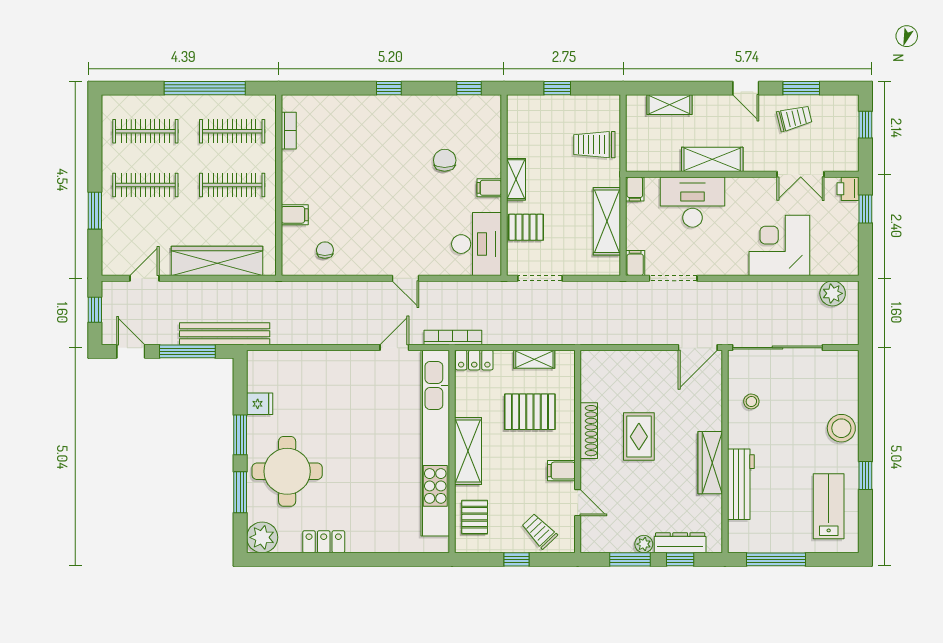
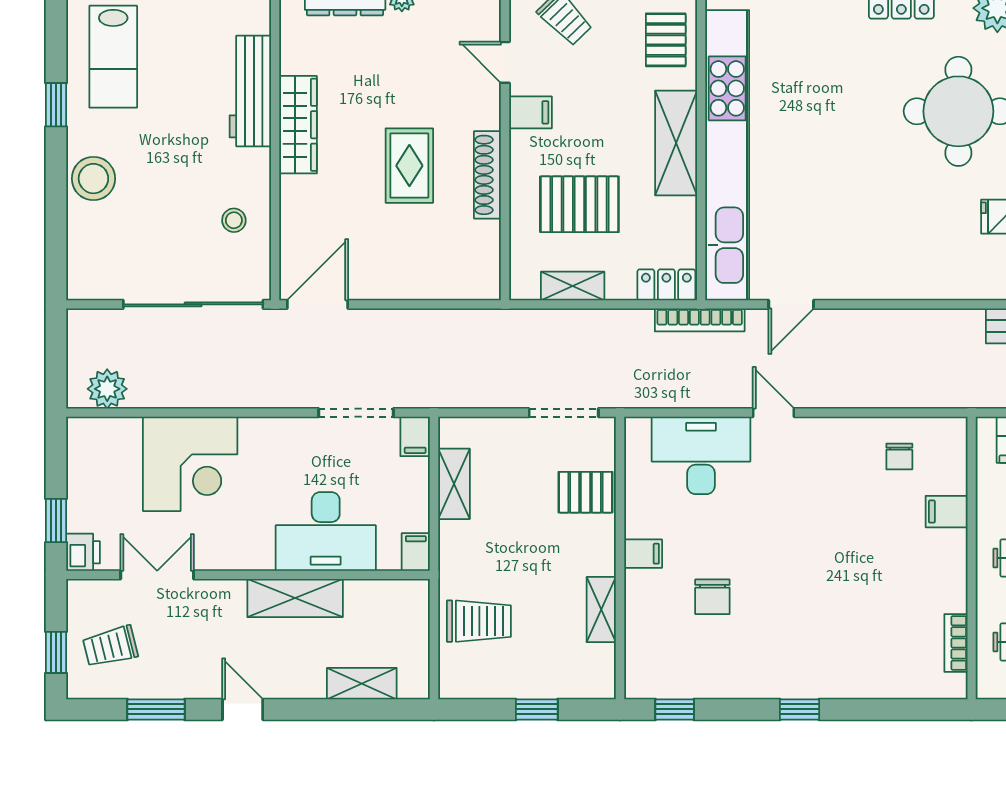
trolley: (794, 118) -> (110, 646), moved
shelving: (516, 179) -> (601, 610), moved
shelving: (607, 221) -> (454, 484), width x0.67, depth x0.75
desk: (477, 244) -> (701, 455), moved, turned 90

